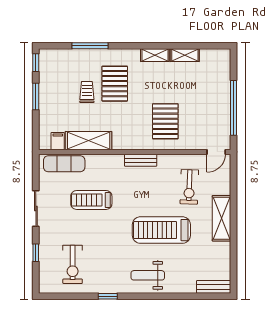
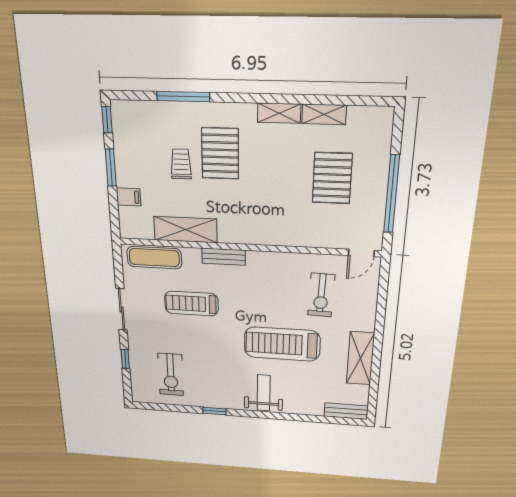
pallet: (165, 121) -> (332, 178), moved
filing cabinet: (58, 141) -> (128, 197), moved, turned 90
bench: (141, 160) -> (224, 257), moved
shelving: (221, 218) -> (360, 358), moved
weight bench: (148, 275) -> (264, 393), turned 90

